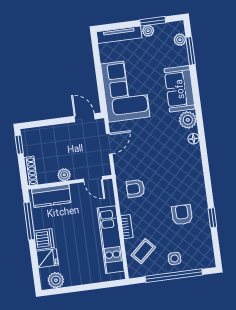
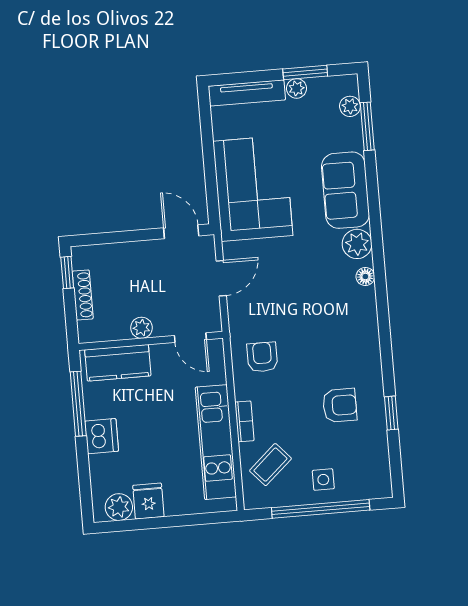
shoe rack: (31, 171) -> (83, 295), moved
armchair: (135, 189) -> (262, 357), turned 90
armchair: (182, 215) -> (340, 405), turned 90
fridge: (47, 258) -> (148, 501), moved, turned -90

